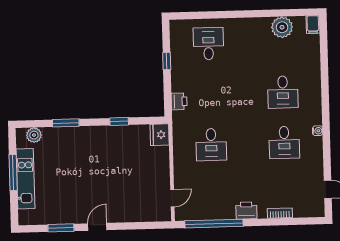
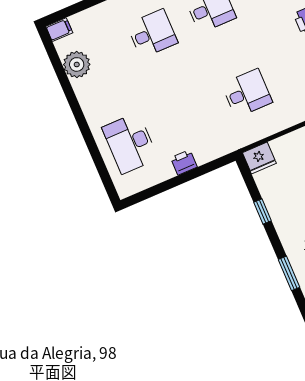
desk: (208, 44) -> (130, 143), width x1.37
window: (167, 61) -> (170, 184), removed
printer: (179, 101) -> (184, 162), moved

